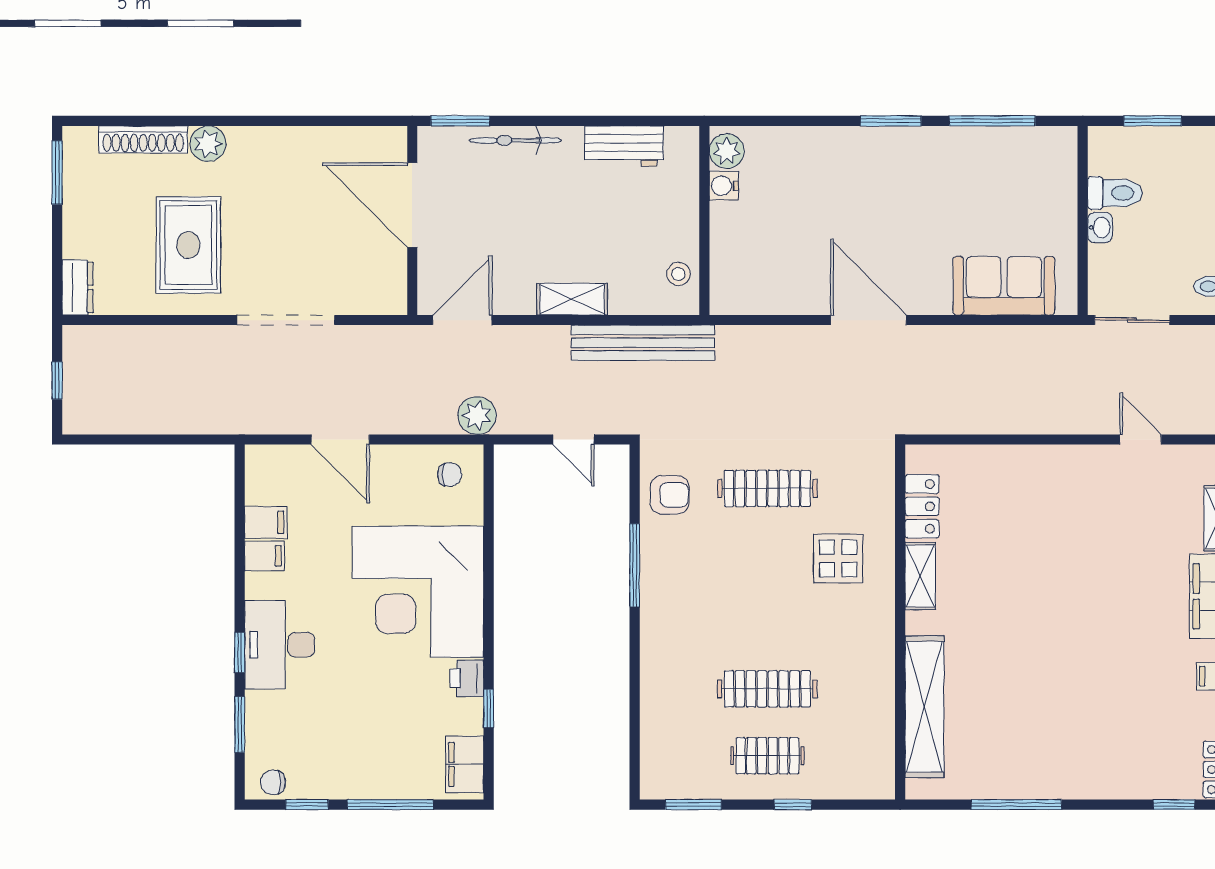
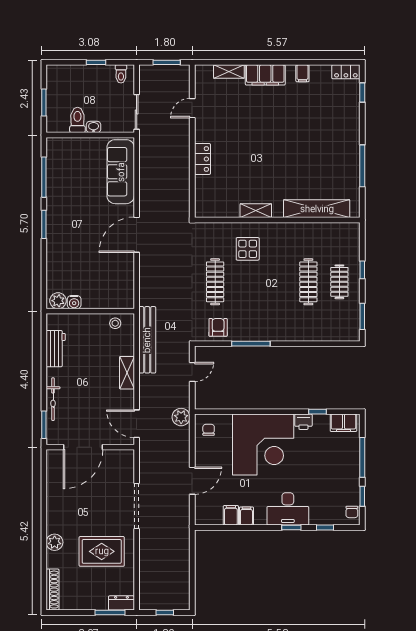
shoe rack: (143, 140) -> (53, 590), moved
window: (57, 173) -> (110, 613), moved
sofa: (1004, 286) -> (121, 172), width x1.36
locker: (922, 506) -> (202, 159), moved, turned 90
window: (240, 725) -> (325, 528), width x0.67

